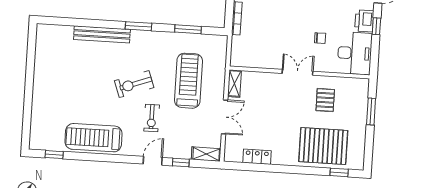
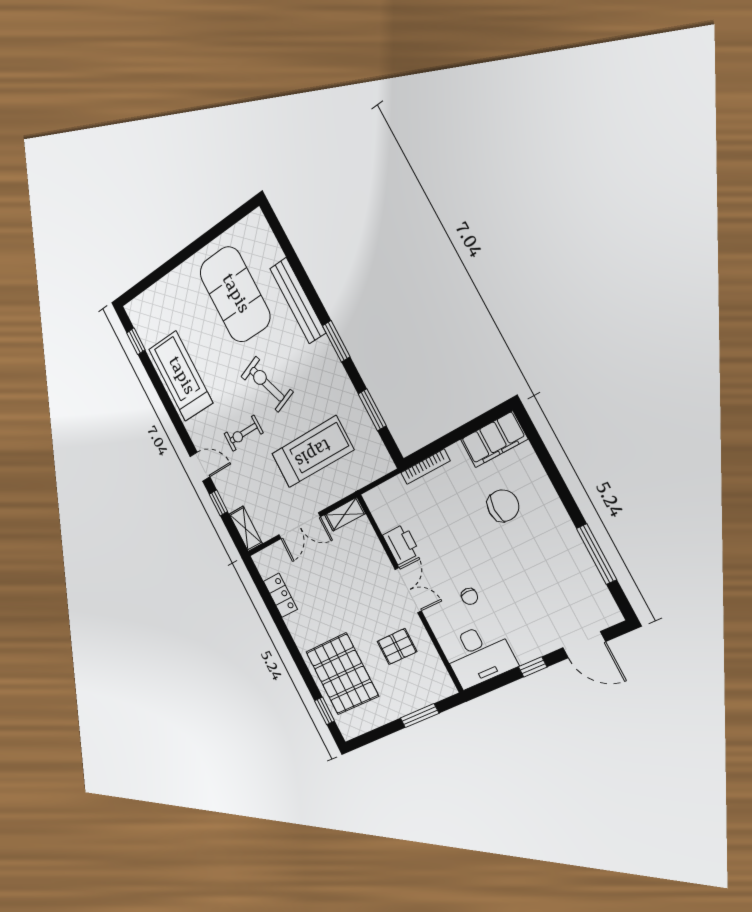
printer: (364, 21) -> (401, 544), moved, turned 90
exercise mat: (72, 71) -> (235, 294), added

